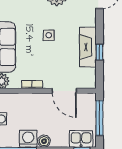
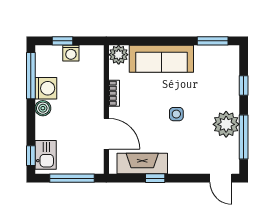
fireplace: (88, 47) -> (142, 163), moved
door: (64, 91) -> (106, 134), swing flipped

